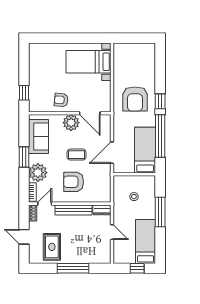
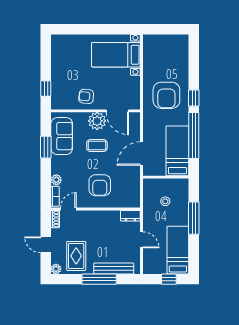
coffee table: (77, 155) -> (97, 146), moved
window: (24, 157) -> (46, 147), moved
plant: (38, 173) -> (56, 180), width x0.53, depth x0.53
armchair: (74, 182) -> (100, 185), turned -90
bench: (74, 210) -> (114, 268), moved
plant: (33, 259) -> (56, 269), added

